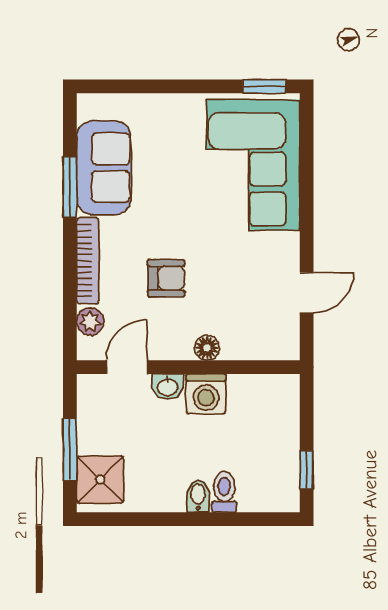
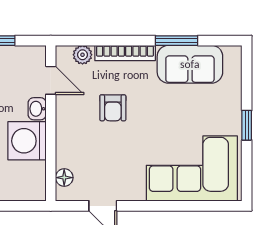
window: (264, 86) -> (247, 125), moved
floor lamp: (207, 348) -> (64, 178), moved
washing machine: (206, 394) -> (27, 141), width x1.37, depth x1.37

